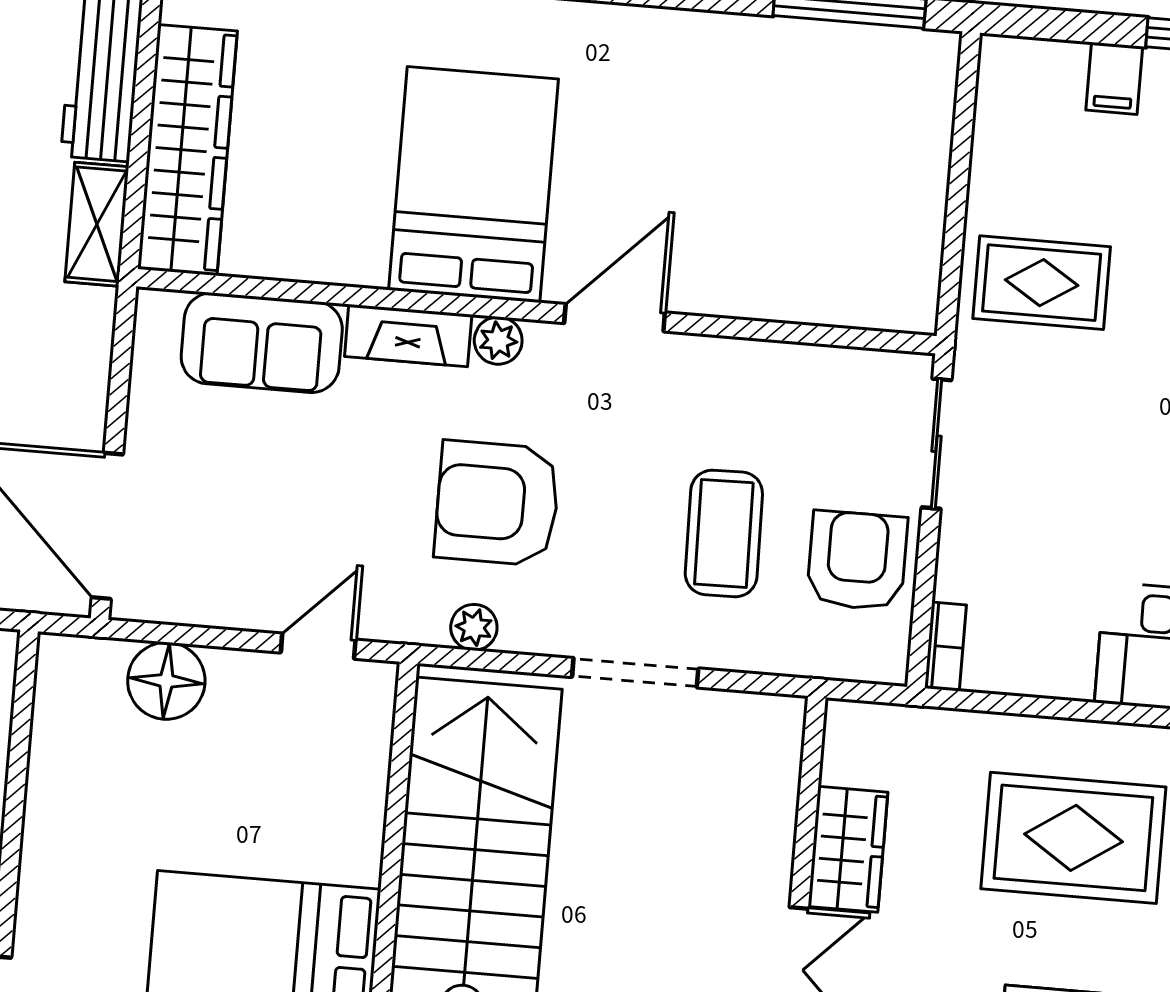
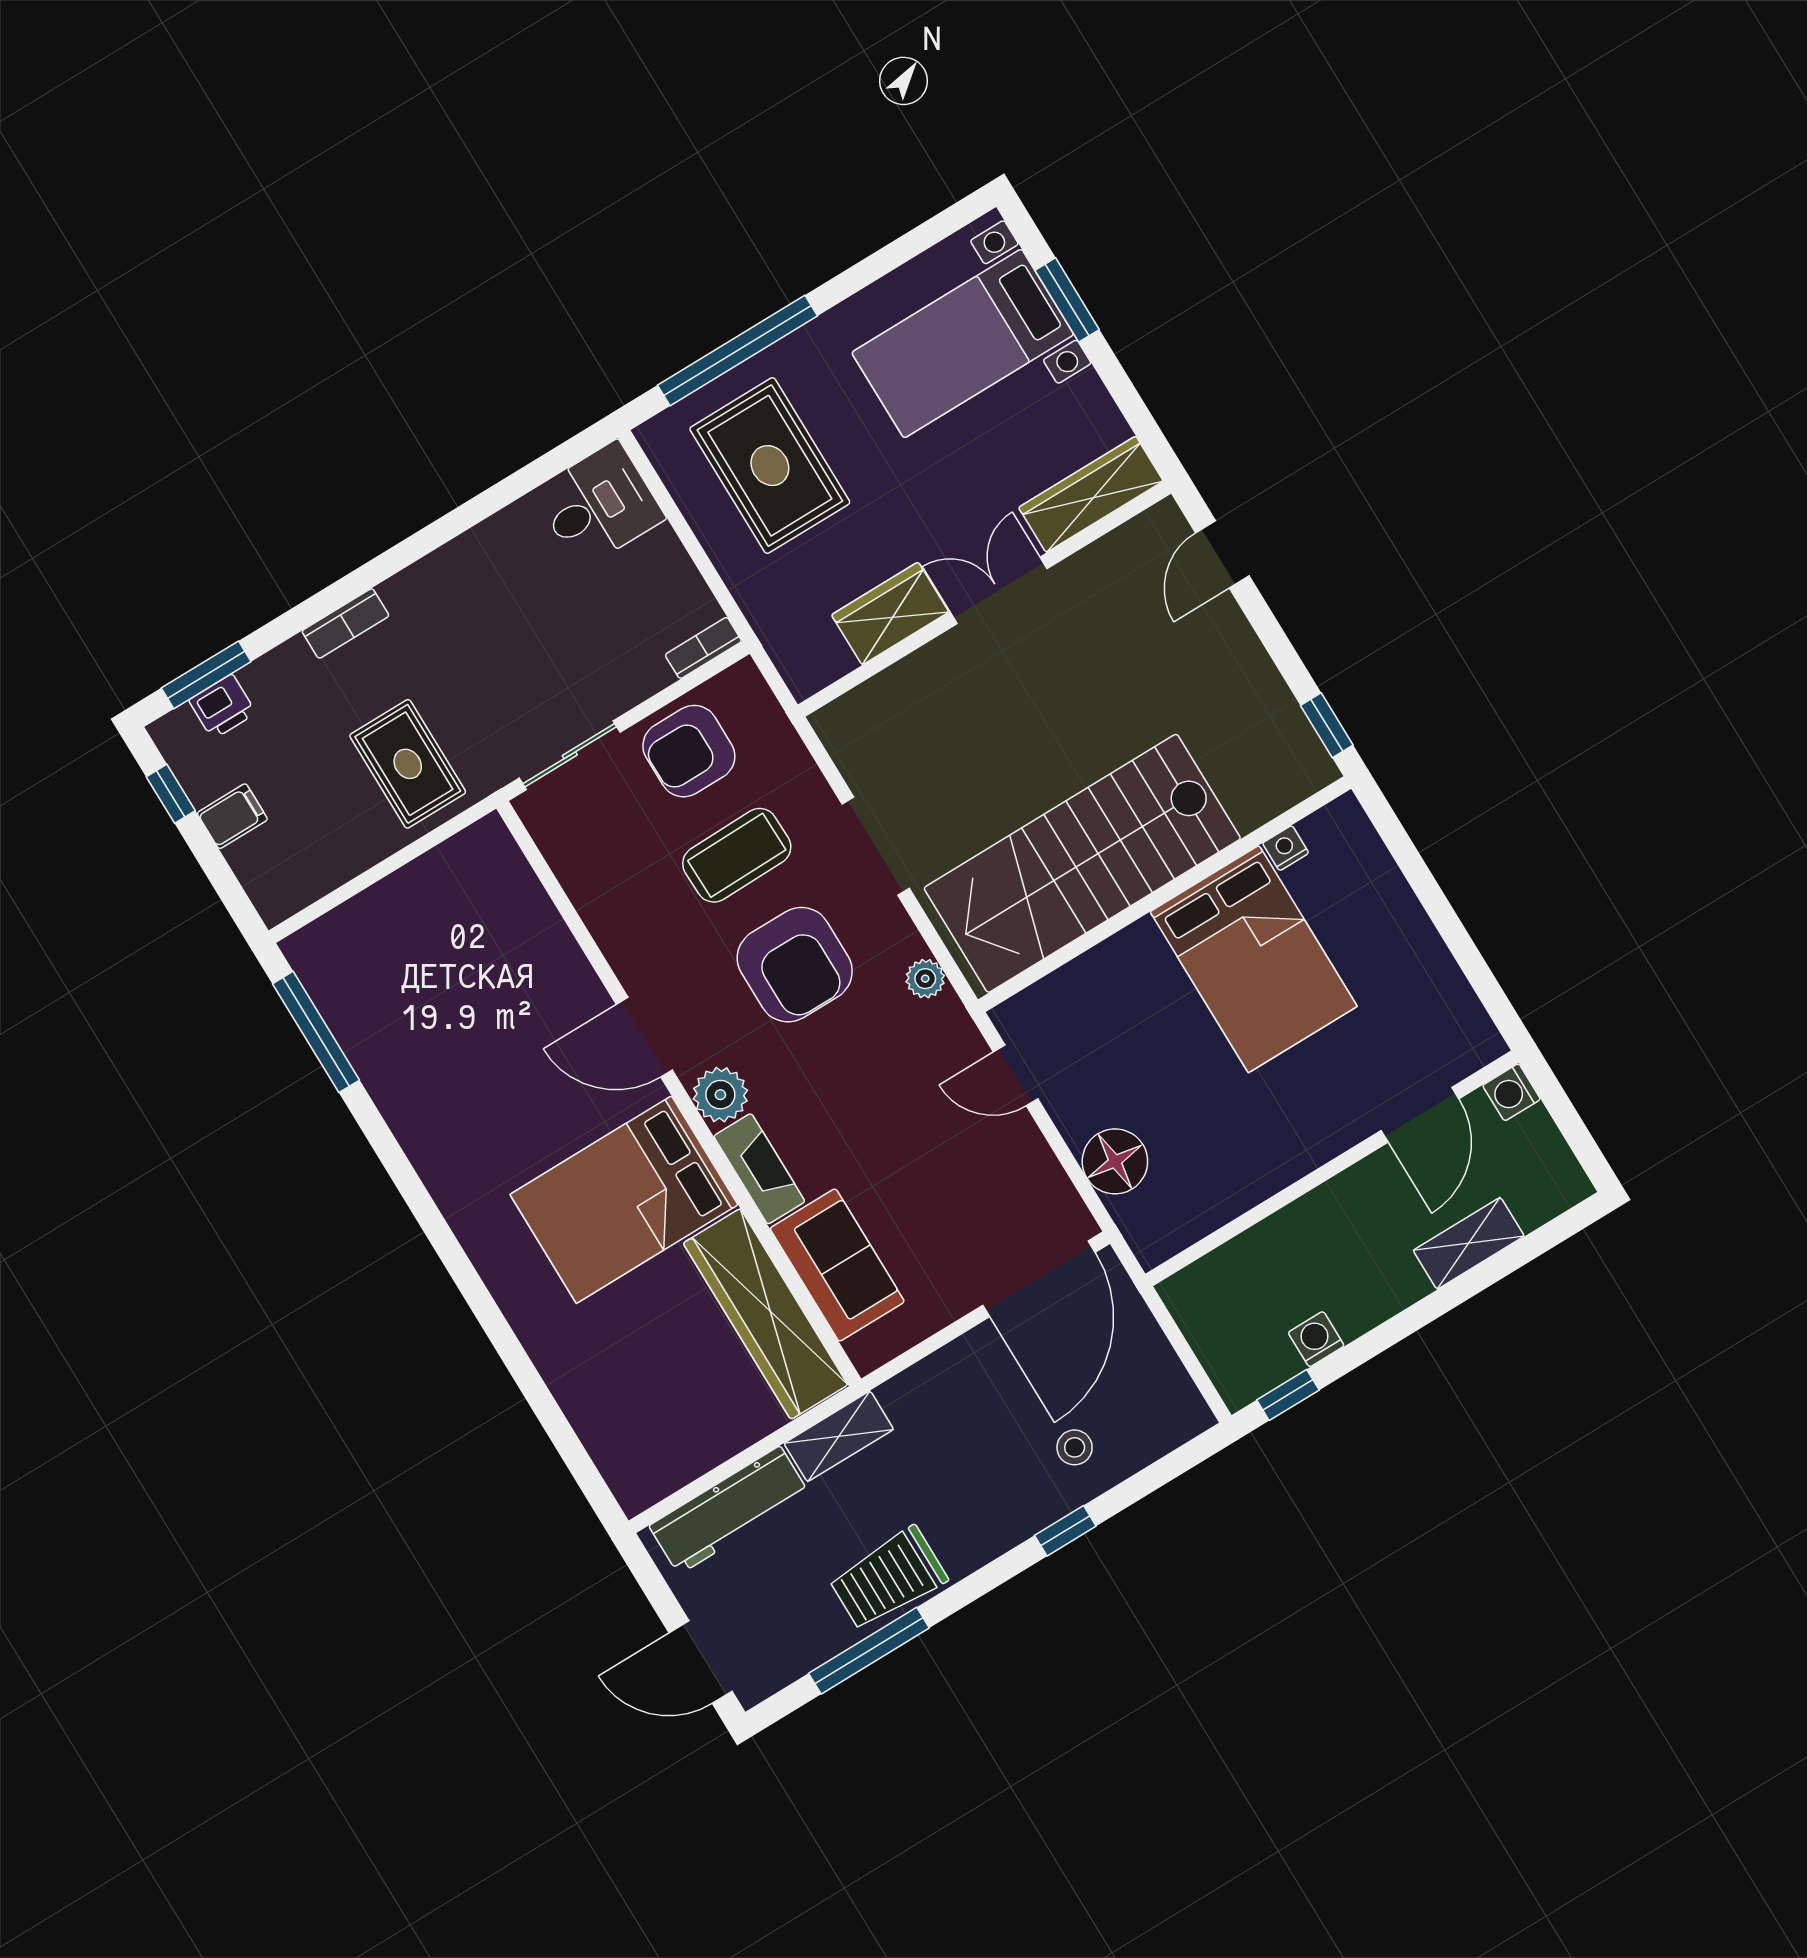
wardrobe: (187, 150) -> (766, 1314), moved, turned -90
plant: (498, 341) -> (720, 1095), width x1.38, depth x1.38
armchair: (497, 503) -> (795, 965), moved

